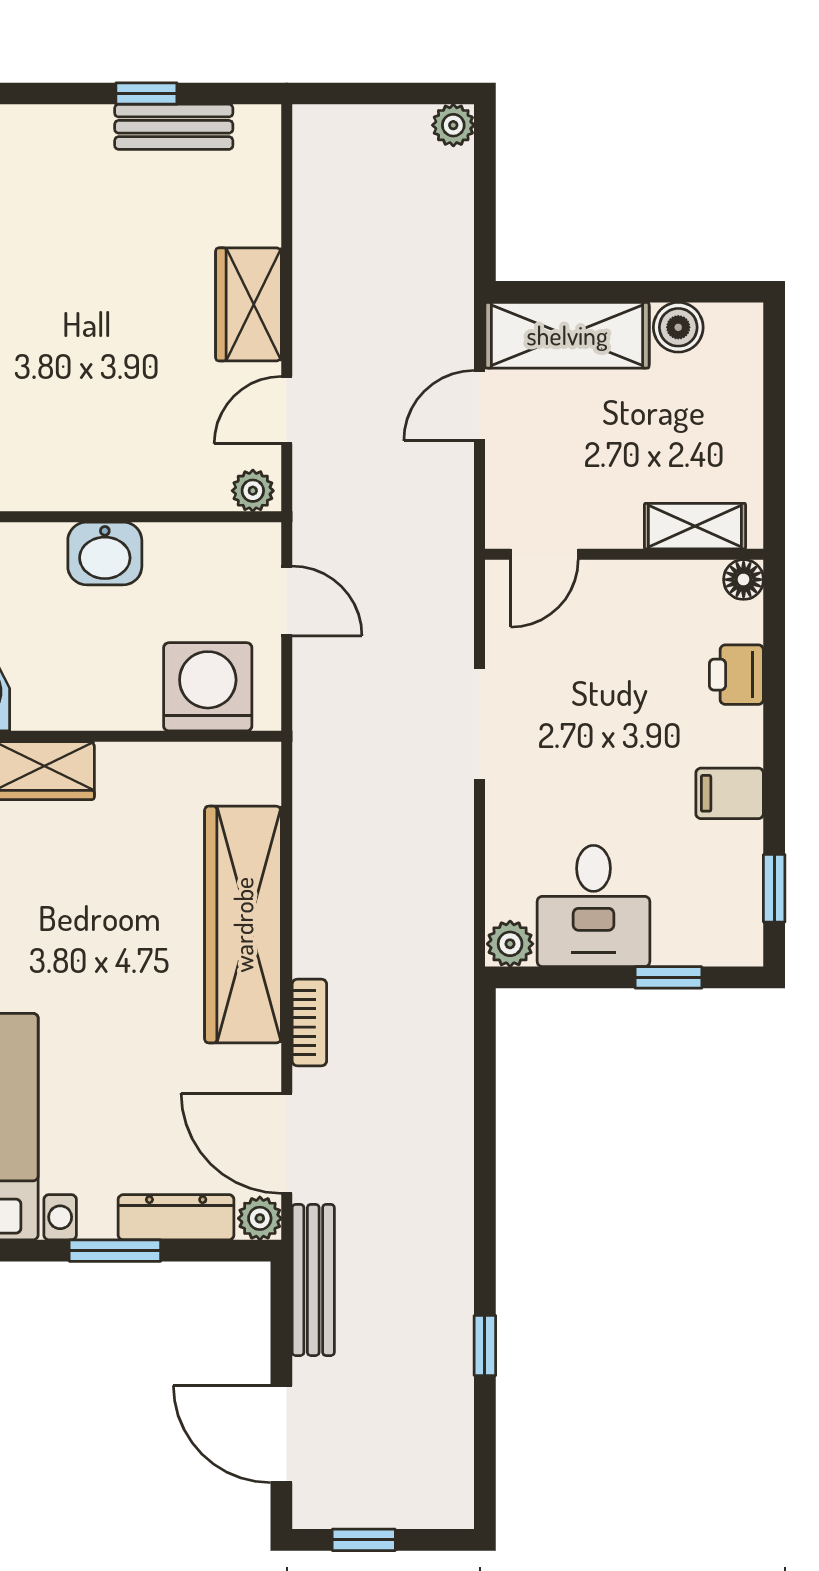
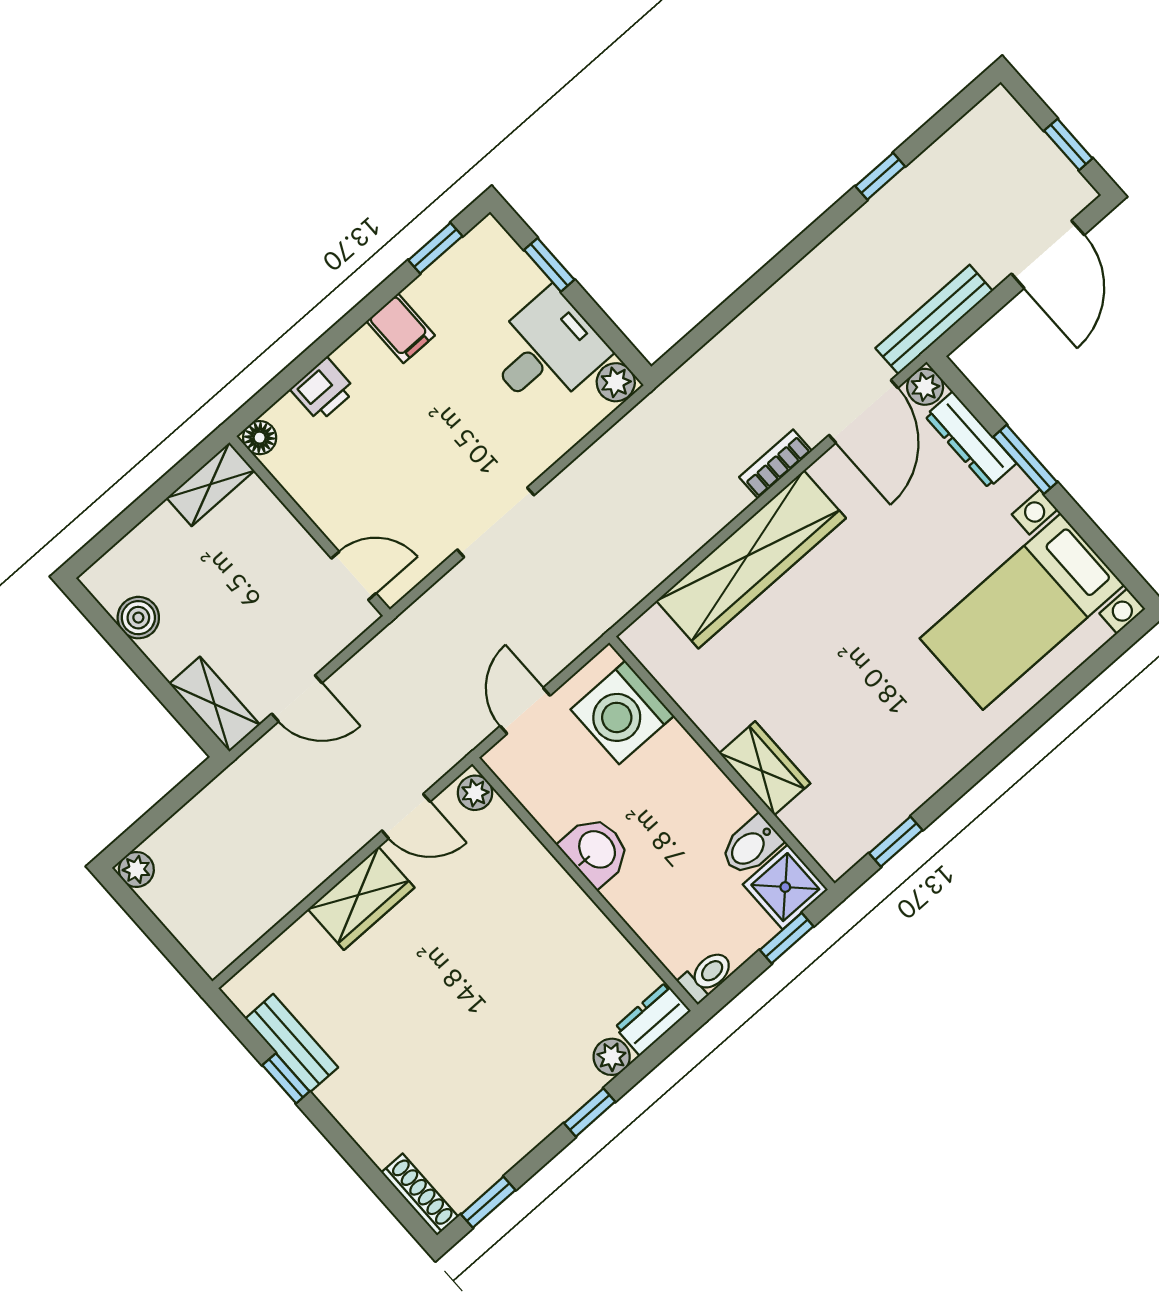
shelving: (567, 335) -> (215, 704), width x0.67, depth x0.75
shelving: (695, 526) -> (210, 484), moved, turned 90

